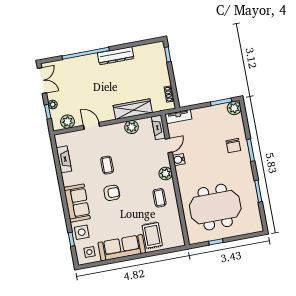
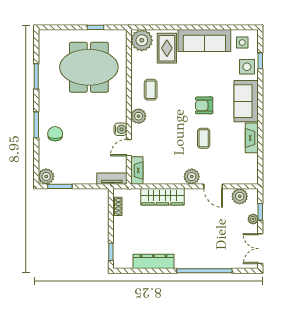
dresser: (116, 56) -> (153, 261), moved
plant: (132, 127) -> (192, 177), moved
fireplace: (64, 159) -> (252, 138), moved
plant: (175, 238) -> (142, 40), added

